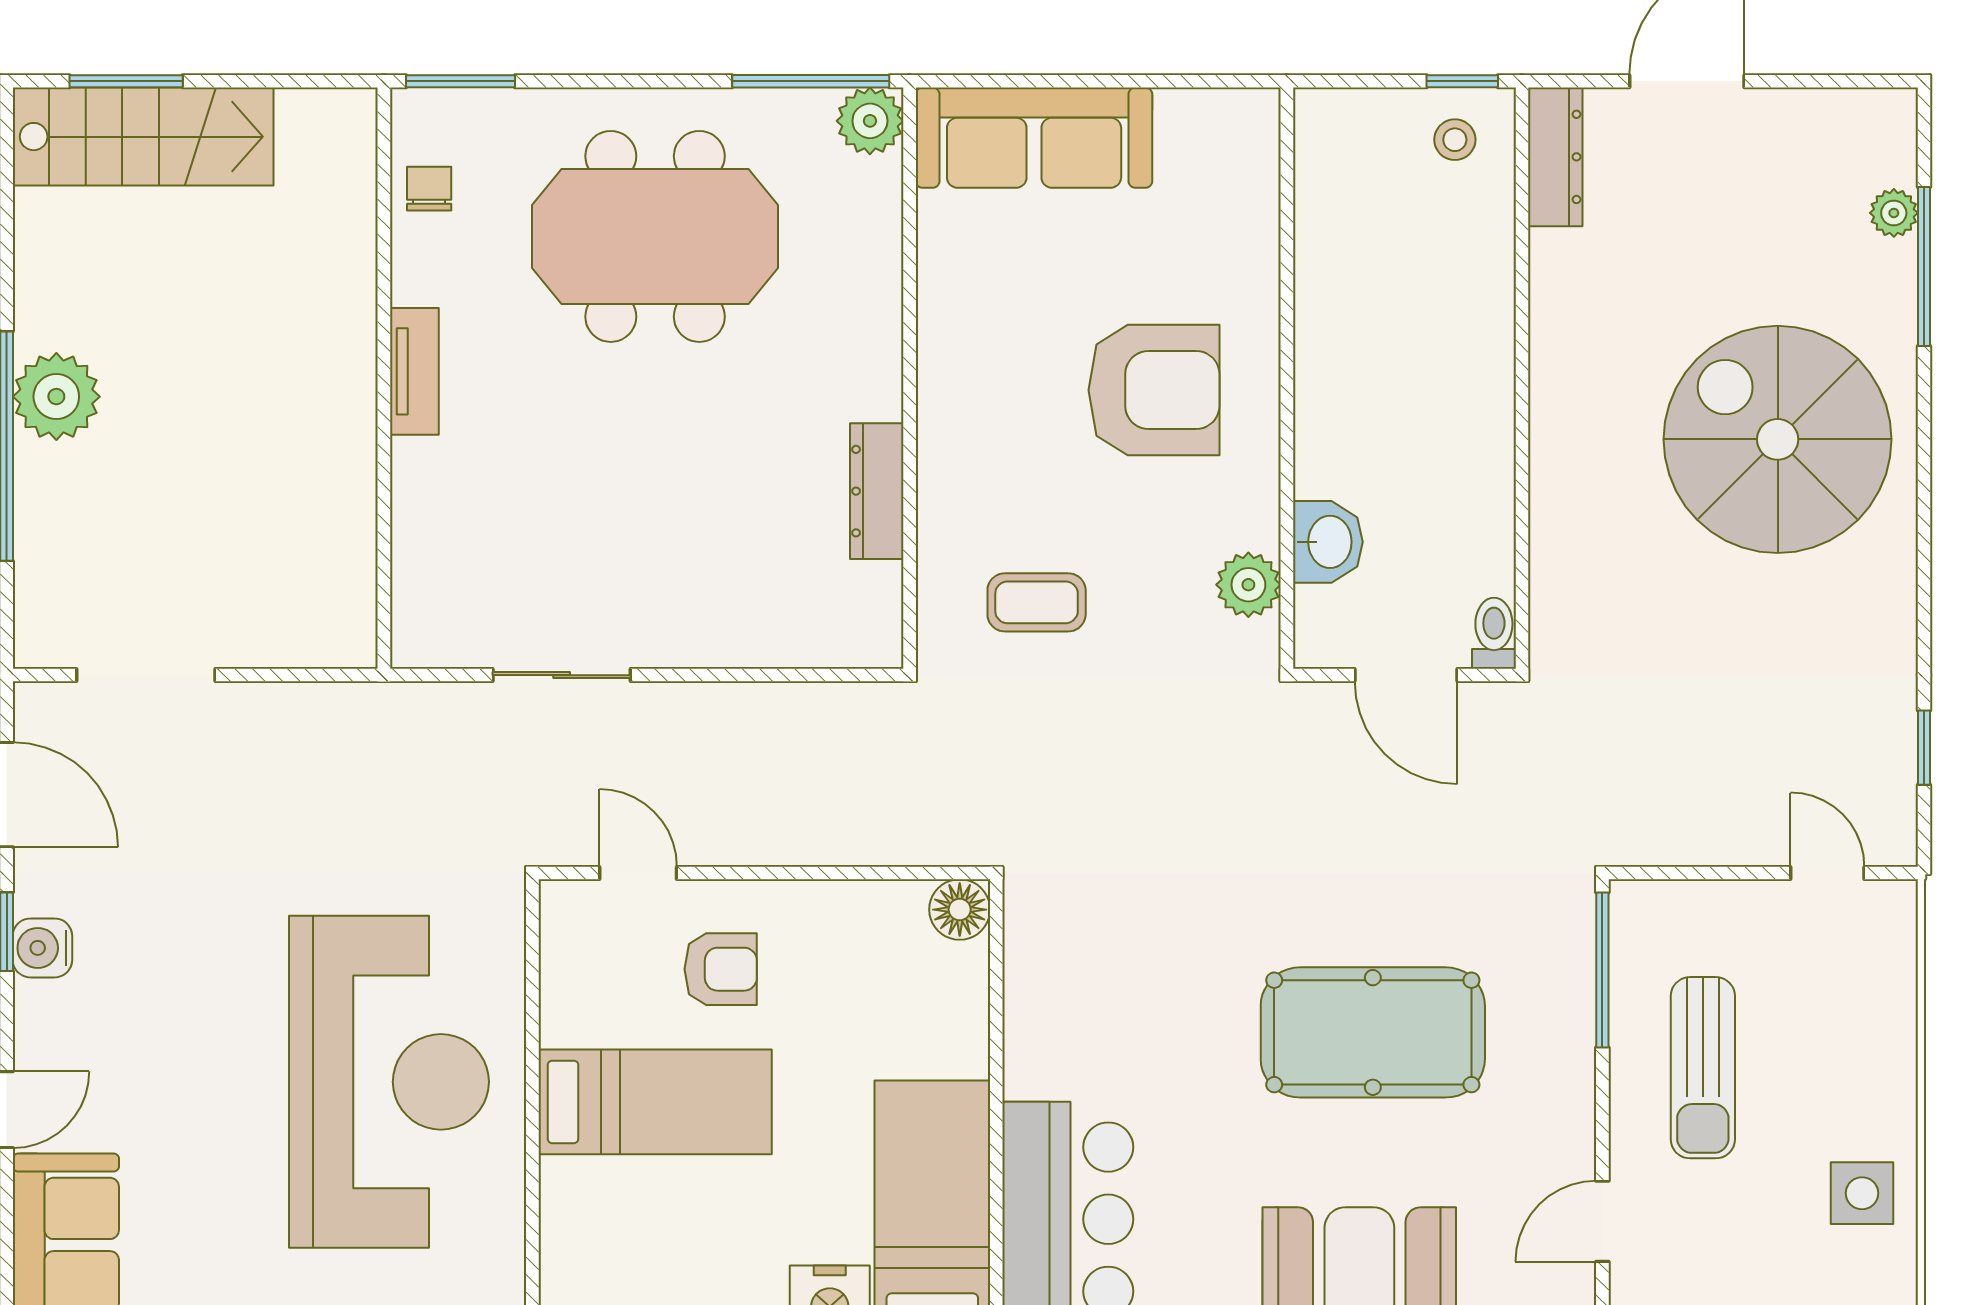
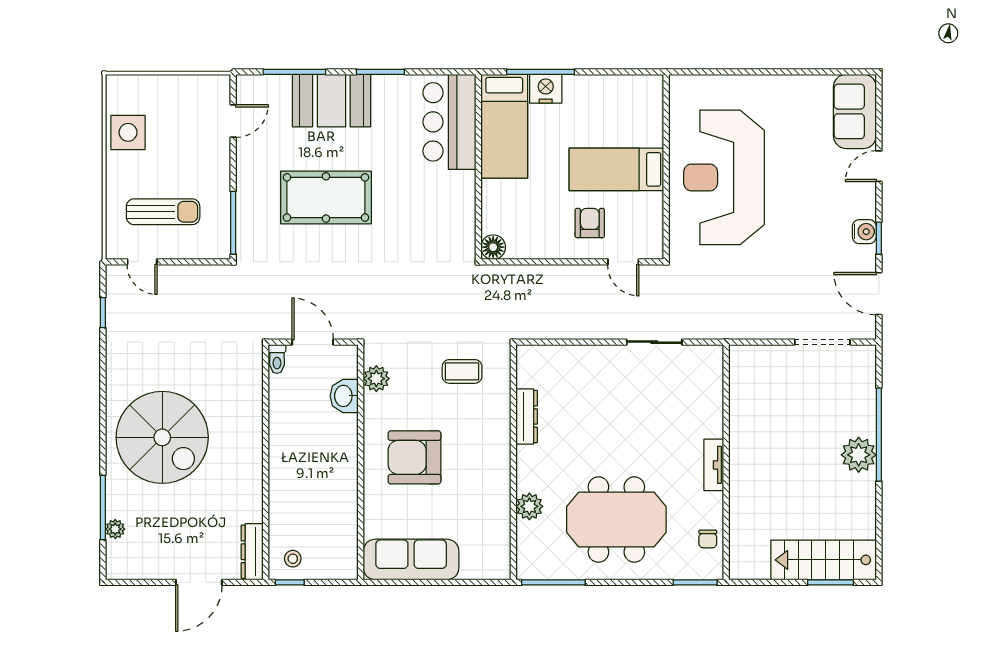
plant: (870, 121) -> (529, 506), moved
sofa: (1034, 138) -> (411, 559), moved
armchair: (721, 969) -> (590, 223), turned 90
sun lounger: (1703, 1068) -> (163, 212), moved, turned 90
side table: (1862, 1193) -> (128, 132), width x1.37, depth x1.37

